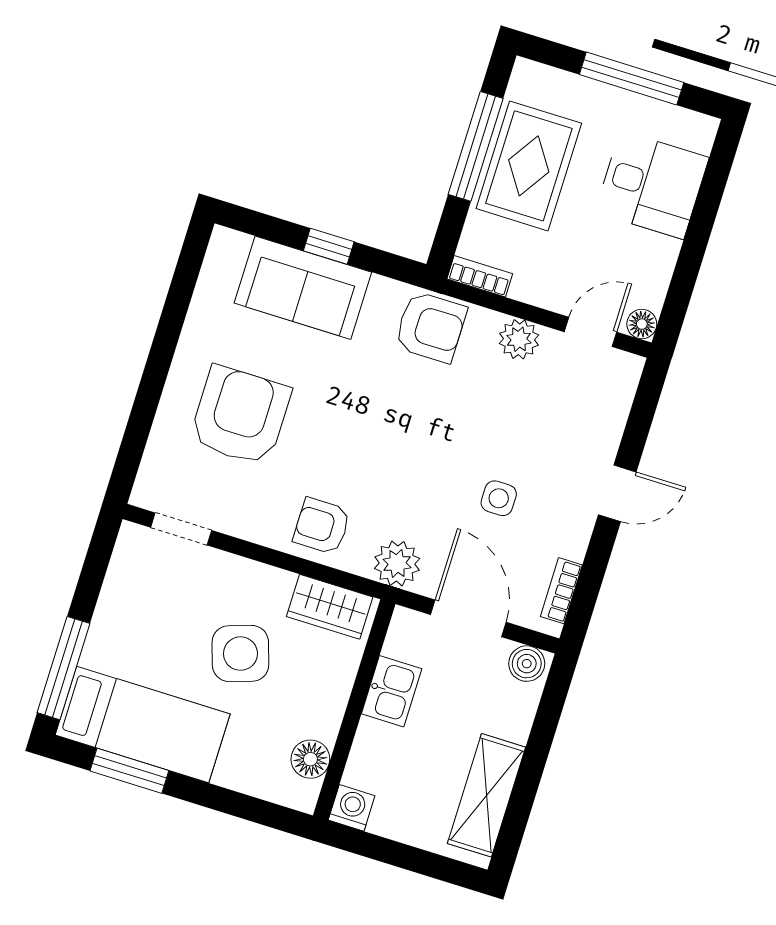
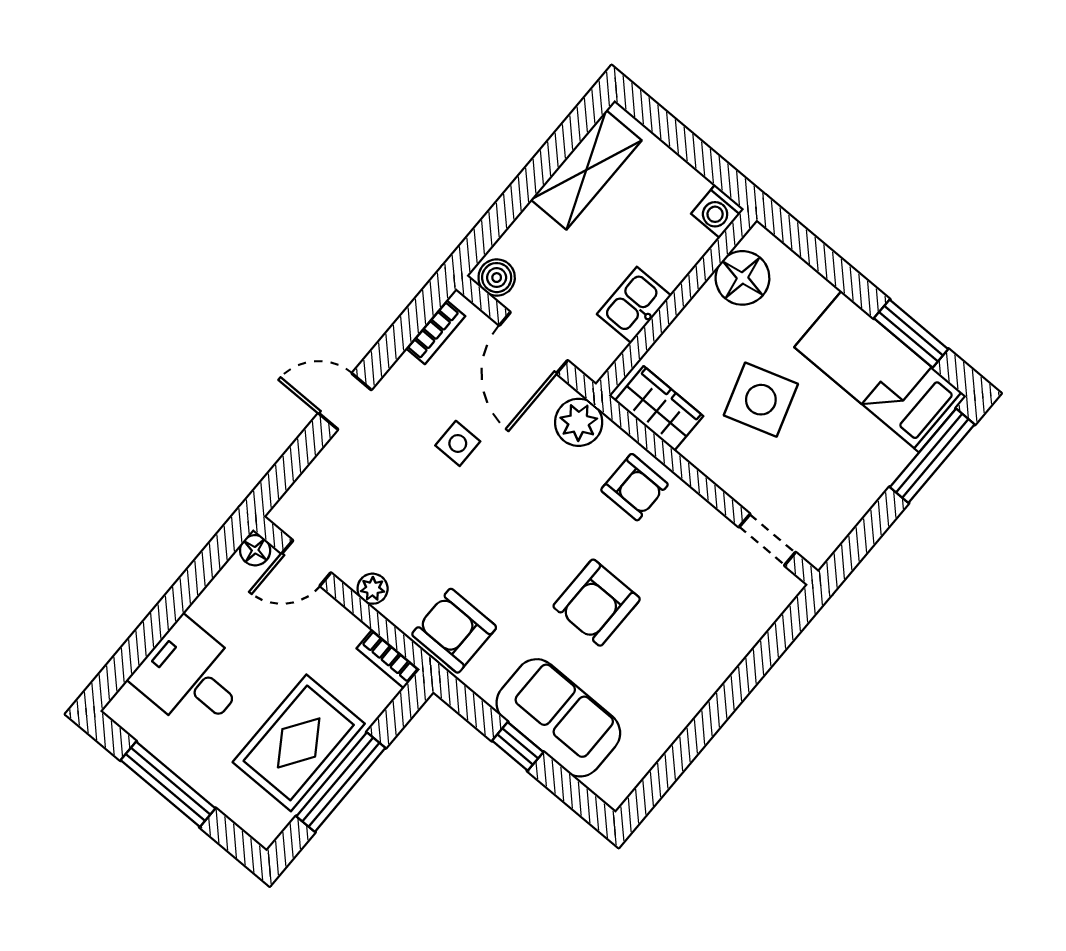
plant: (519, 339) -> (373, 589), width x0.73, depth x0.73
armchair: (240, 416) -> (597, 603), moved, width x0.73, depth x0.73
floor lamp: (310, 759) -> (742, 278), width x1.38, depth x1.38

